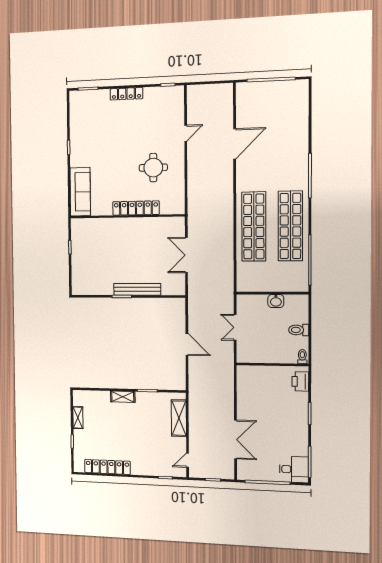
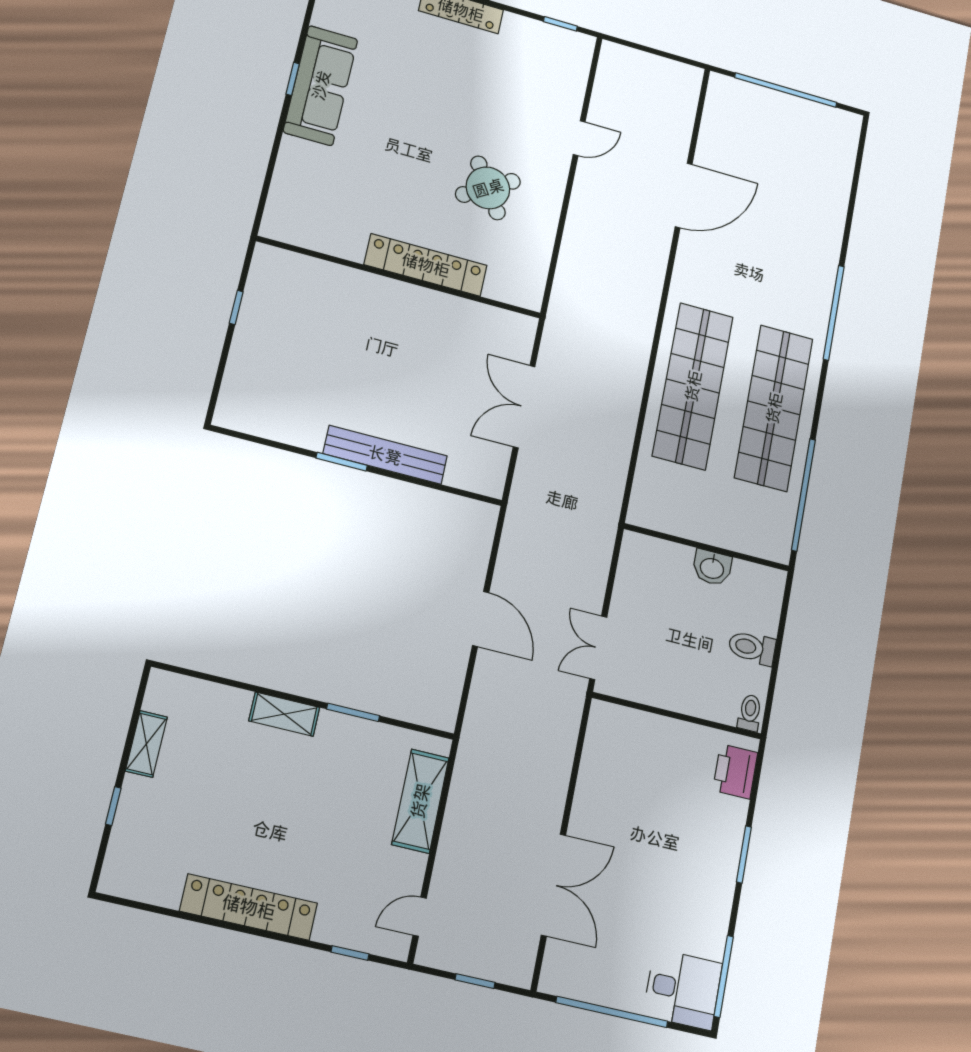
round table: (153, 168) -> (488, 188), turned -32
sofa: (80, 192) -> (321, 85), moved
double door: (235, 327) -> (598, 648), moved
locker: (107, 467) -> (249, 907), moved

